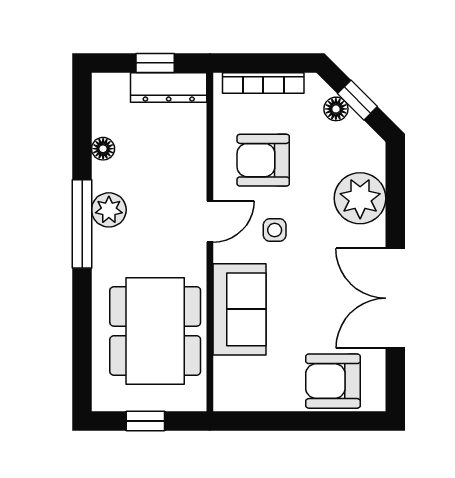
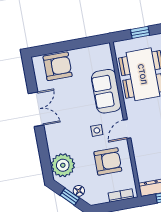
bookcase: (263, 83) -> (121, 195), width x0.64
plant: (360, 198) -> (63, 165), moved
double door: (395, 298) -> (36, 109), width x0.73

